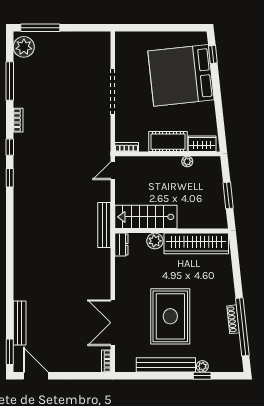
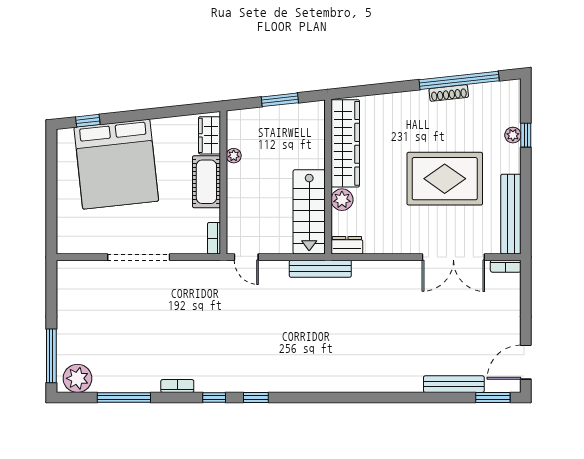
bench: (166, 365) -> (511, 214), moved

